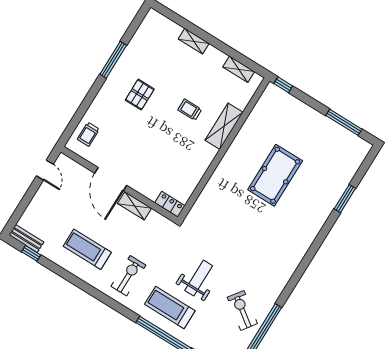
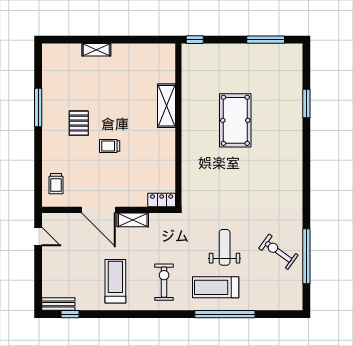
shelving: (239, 69) -> (149, 50), removed
trolley: (190, 110) -> (110, 146), moved
treadmill: (87, 249) -> (115, 281), turned 90

